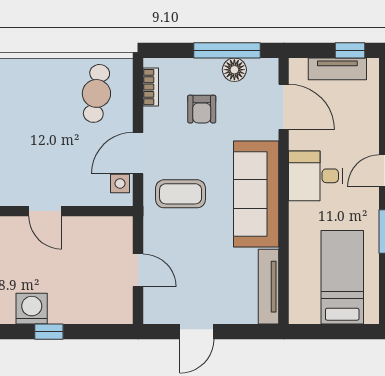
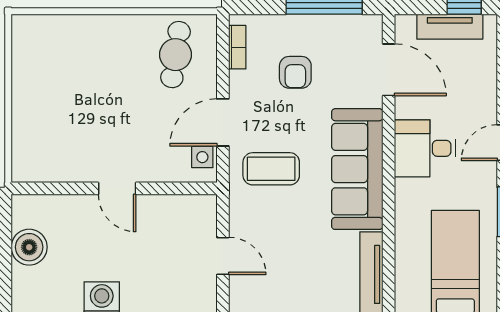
floor lamp: (234, 70) -> (333, 28), removed

